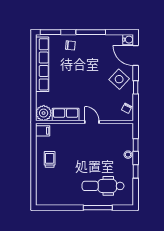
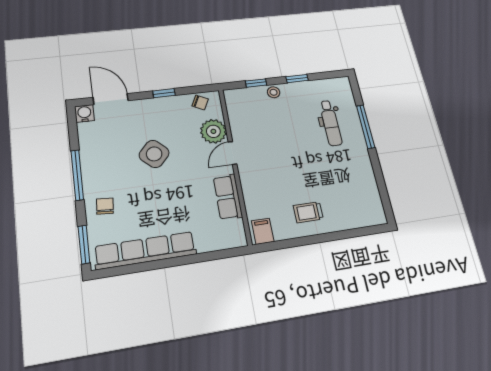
door: (136, 56) -> (111, 99), swing flipped
side table: (119, 79) -> (154, 154), moved
plant: (44, 113) -> (213, 131), moved
dental chair: (103, 186) -> (331, 123), width x0.73, depth x0.72

